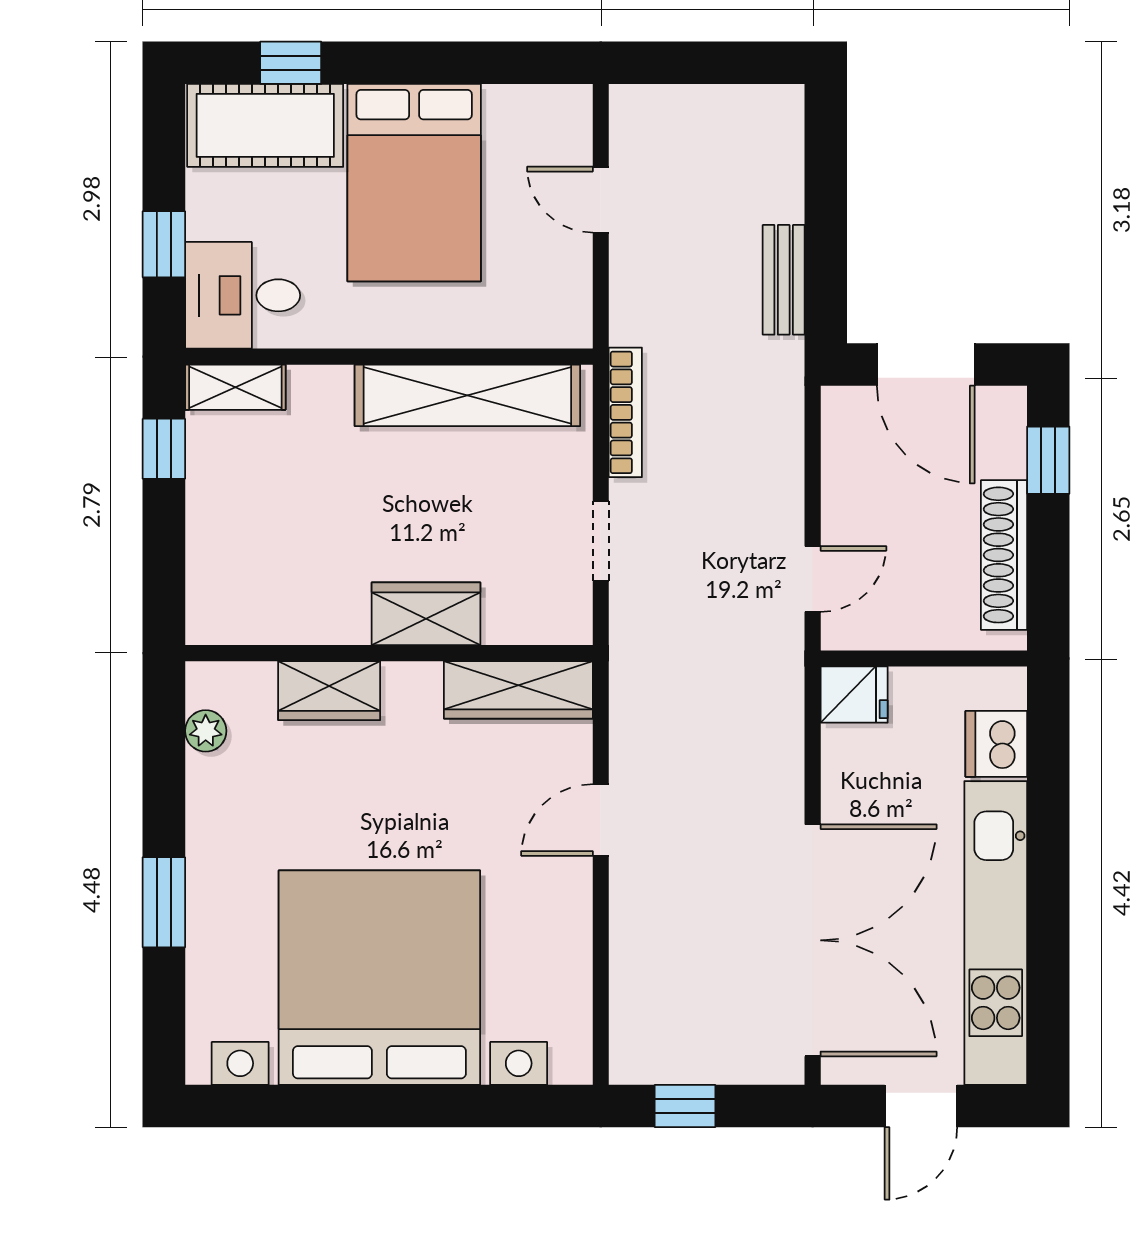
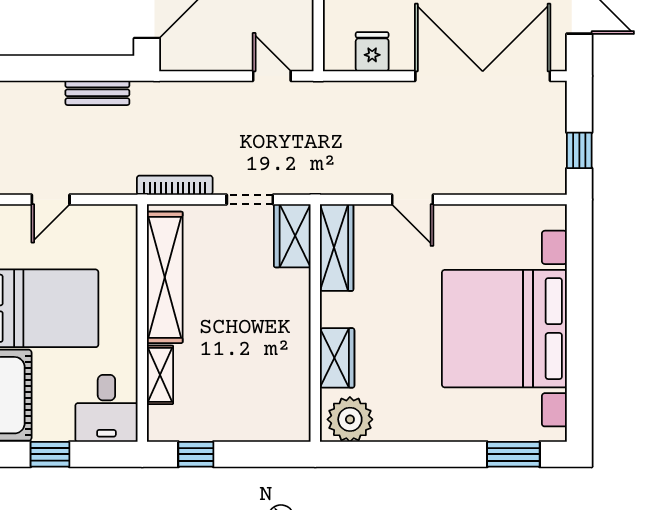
window: (164, 244) -> (50, 454), moved
shelving: (235, 387) -> (160, 375), moved
wardrobe: (426, 614) -> (292, 236), moved
fridge: (854, 695) -> (372, 52), moved
plant: (206, 731) -> (350, 419), width x1.88, depth x1.88
window: (164, 902) -> (513, 454), moved

